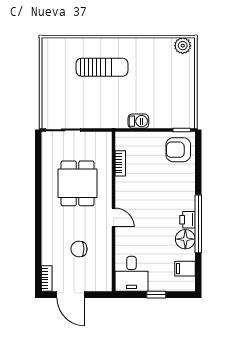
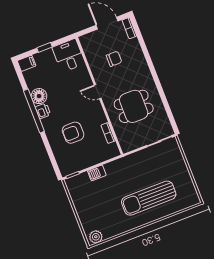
sun lounger: (102, 67) -> (149, 198), width x1.36, depth x1.34
barbecue: (138, 121) -> (97, 173), moved
armchair: (178, 150) -> (73, 133), moved, turned 180
dining table: (78, 183) -> (134, 106), turned 90
filing cabinet: (185, 269) -> (27, 63), moved

